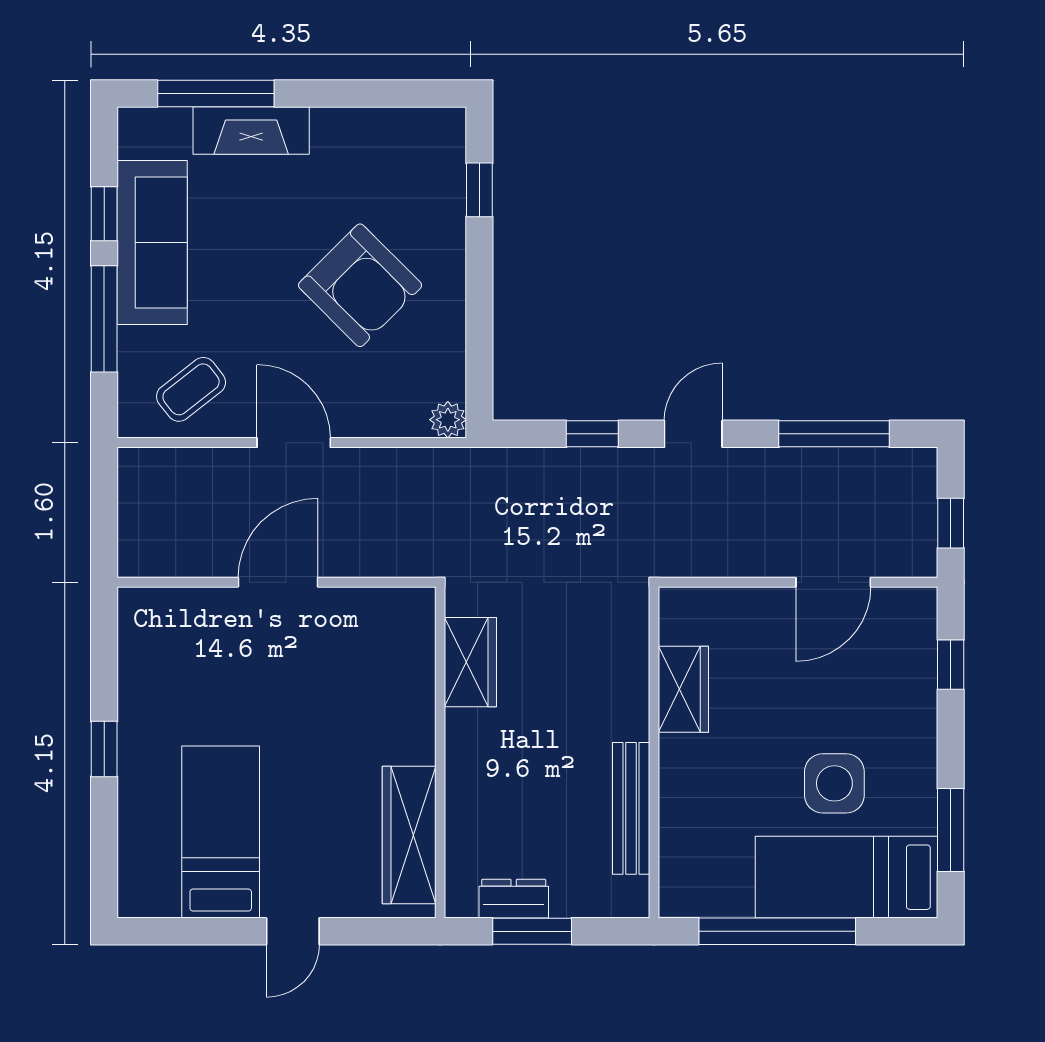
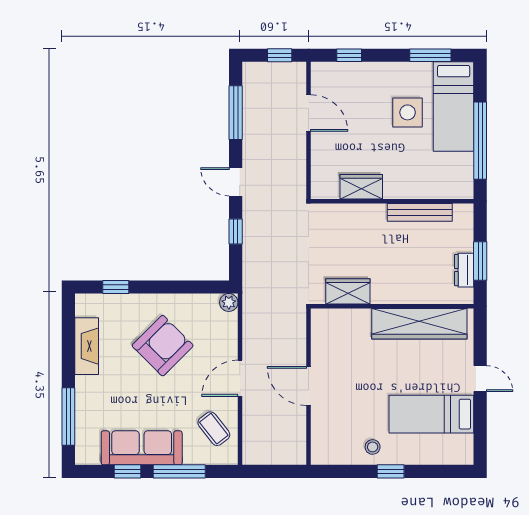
fireplace: (251, 130) -> (87, 346), moved
stool: (154, 712) -> (373, 447), added
wardrobe: (409, 835) -> (419, 324), width x1.40, depth x1.17

